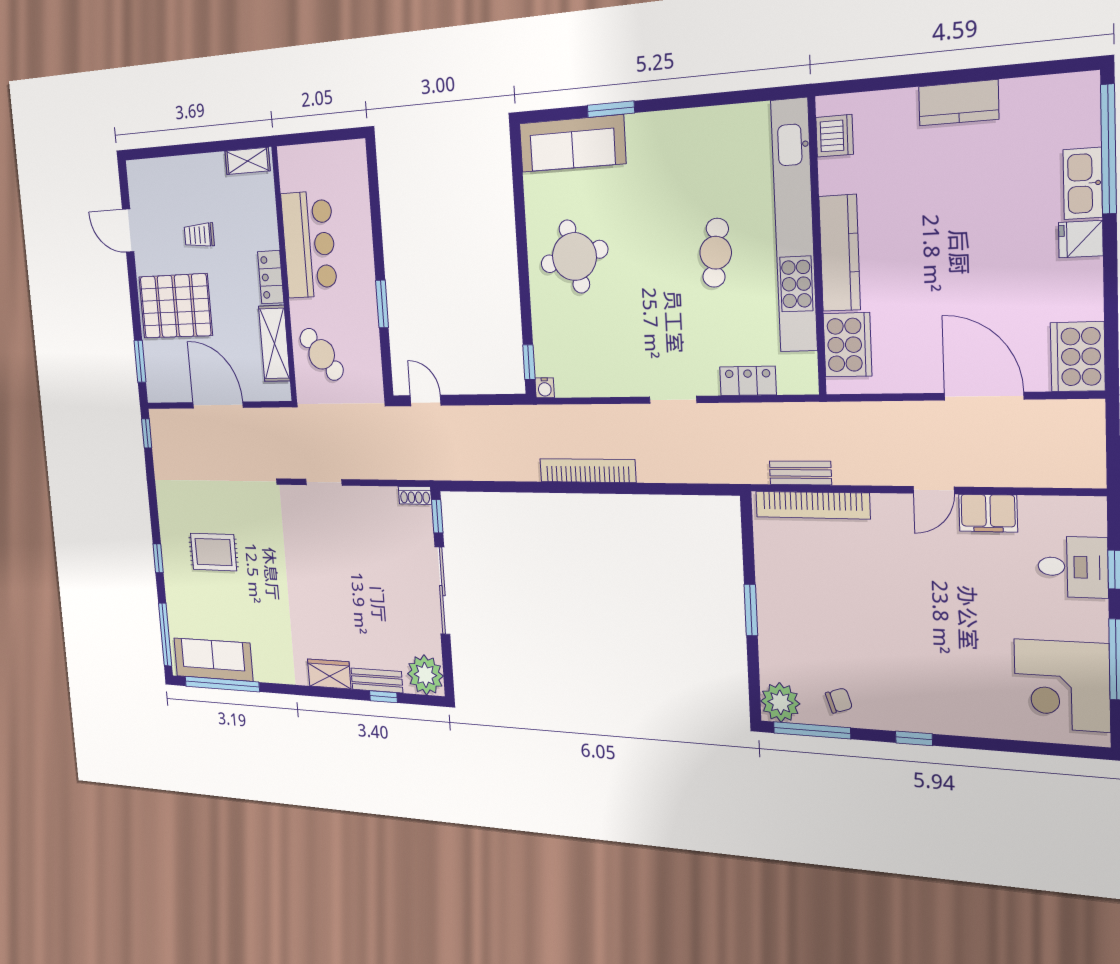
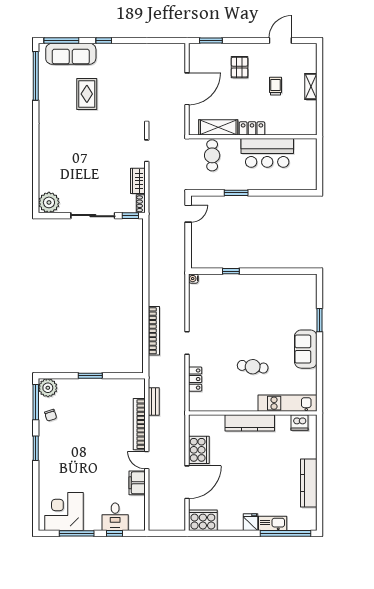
kitchen counter: (959, 103) -> (309, 483), width x1.50
sofa: (572, 144) -> (306, 349), moved, width x0.73
shelving: (248, 161) -> (311, 86), moved
kitchen unit: (794, 226) -> (288, 403), width x0.54
round table: (574, 257) -> (254, 298), removed
pallet: (176, 306) -> (240, 67), width x0.49, depth x0.50
cooker: (847, 345) -> (199, 450), moved, turned -90
cafe table: (322, 354) -> (212, 155), turned -50
window: (529, 362) -> (231, 271), moved
window: (147, 433) -> (172, 40), removed
bookcase: (588, 471) -> (154, 331), moved
bookcase: (812, 505) -> (139, 424), moved
rug: (213, 552) -> (87, 94), moved
sofa: (213, 660) -> (71, 54), moved, turned 90
wardrobe: (329, 674) -> (138, 181), moved, turned 180
bench: (377, 680) -> (44, 174), removed
window: (383, 697) -> (36, 177), removed
window: (914, 738) -> (36, 448), width x1.50

